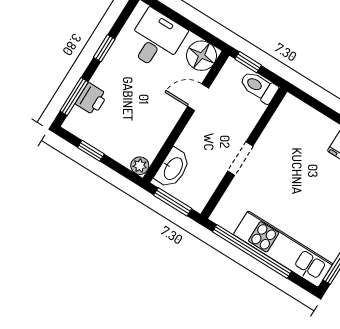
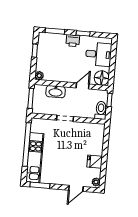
door: (198, 97) -> (83, 86), hinge flipped
printer: (91, 99) -> (73, 41), moved
washbasin: (173, 168) -> (56, 92), moved

